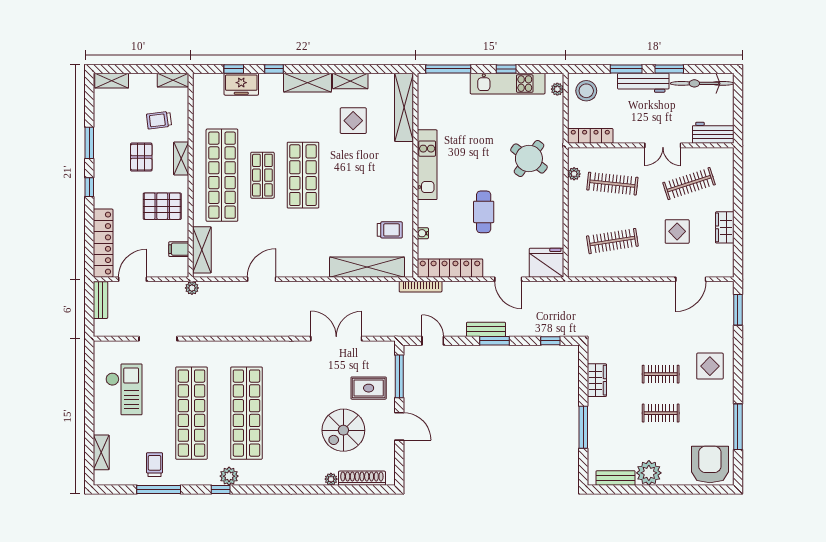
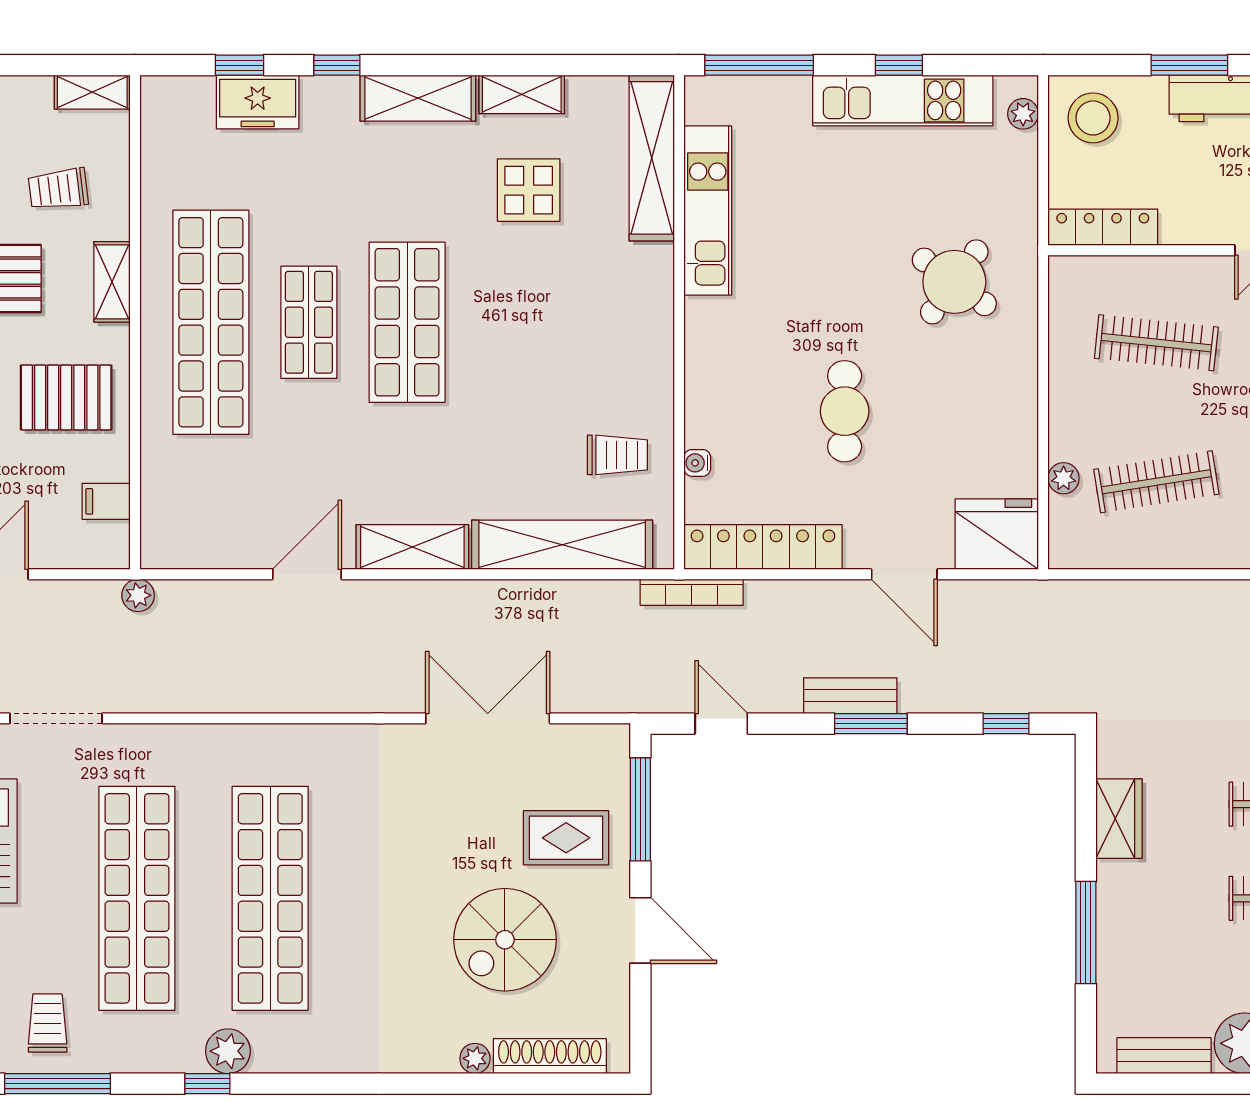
kitchen unit: (427, 165) -> (708, 211), moved
plant: (574, 174) -> (1064, 478), moved
shelving: (202, 250) -> (412, 547), moved, turned 90

